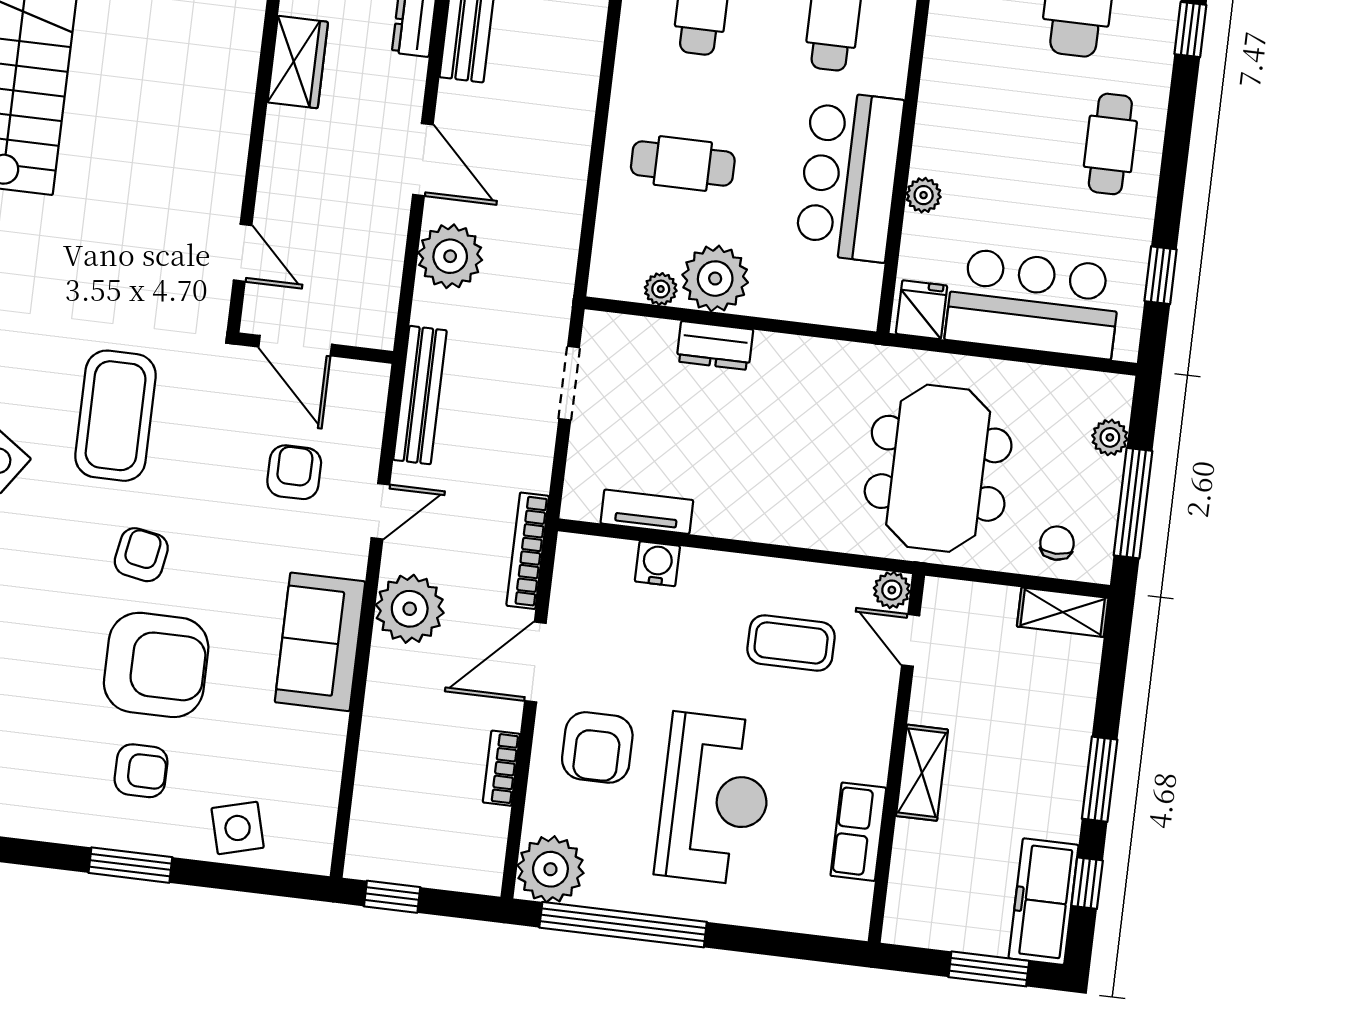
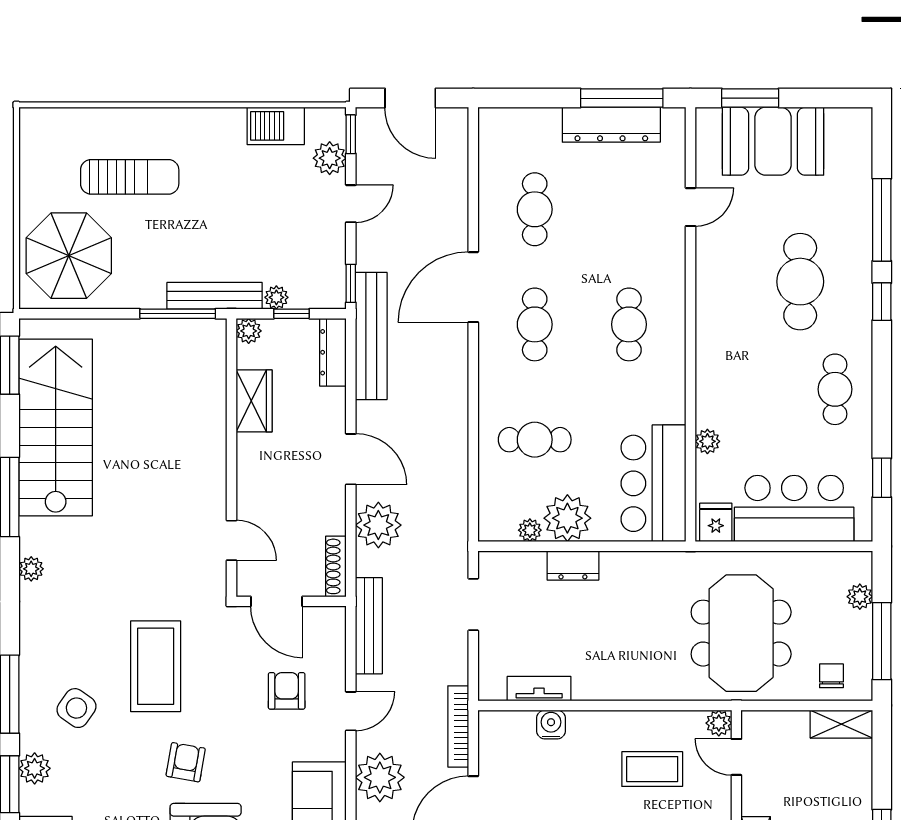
bar counter: (849, 176) -> (653, 483), moved
shoe rack: (384, 307) -> (336, 566), added

